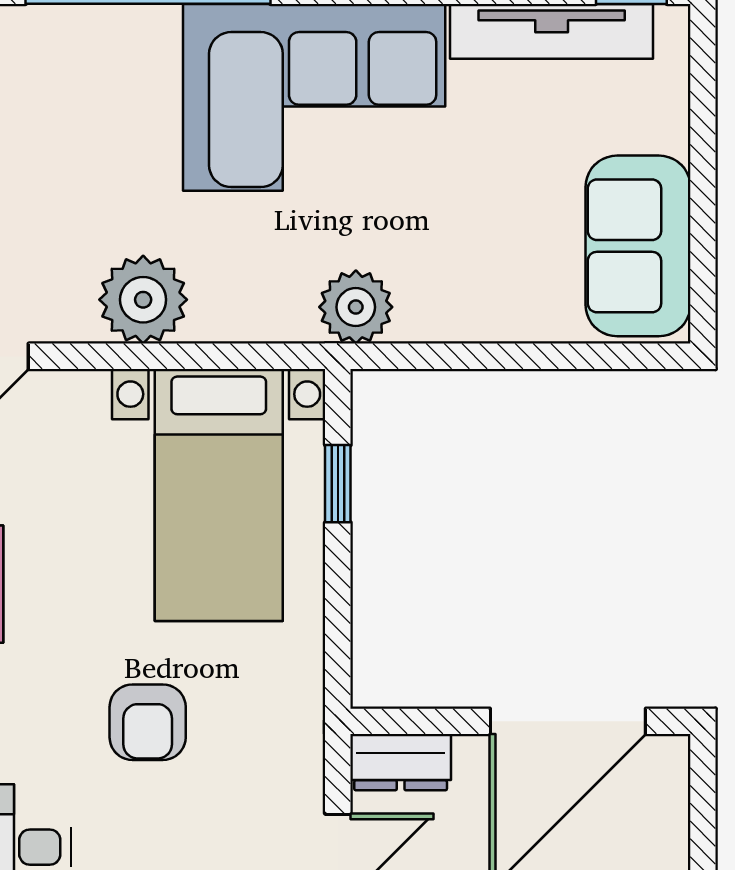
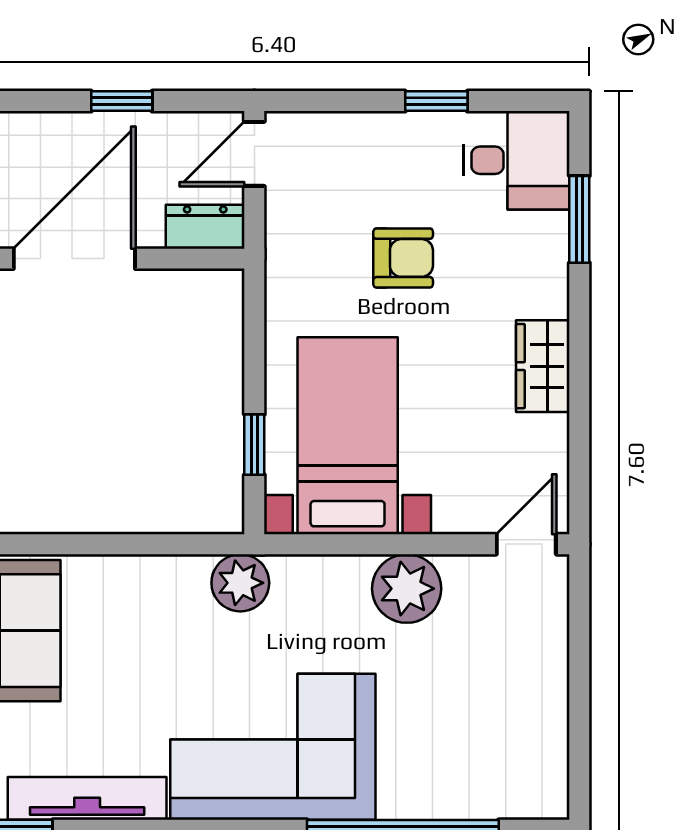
armchair: (148, 722) -> (403, 258), turned 90

